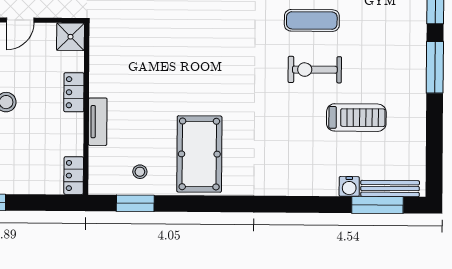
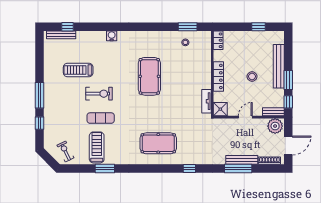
locker: (74, 92) -> (218, 76), width x1.53
tv unit: (98, 122) -> (207, 101), moved
pool table: (199, 154) -> (149, 76), moved
water cooler: (349, 186) -> (112, 36), moved
window: (377, 205) -> (67, 27), width x0.46

